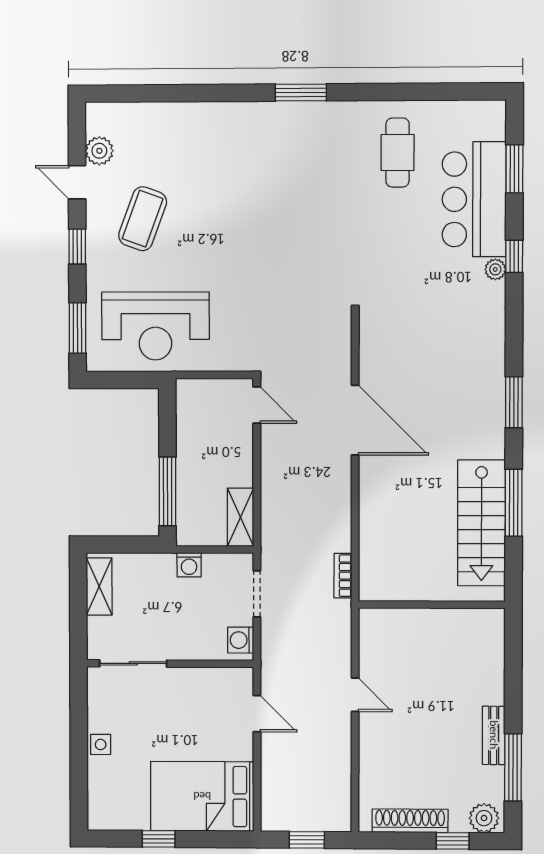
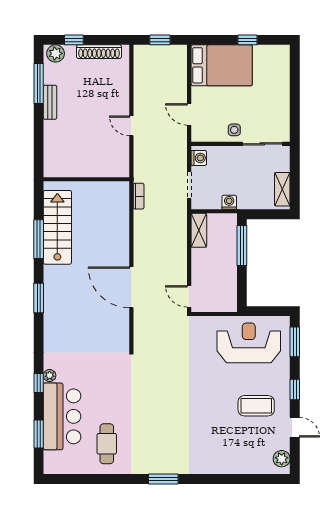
plant: (99, 151) -> (282, 459), moved
coffee table: (143, 219) -> (256, 406), turned 70
side table: (101, 744) -> (234, 130), moved

